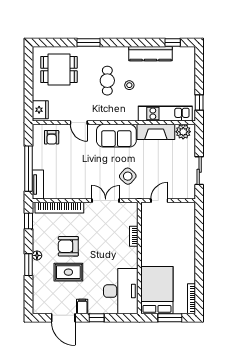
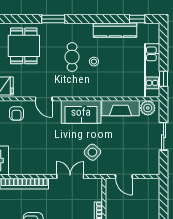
dining table: (59, 70) -> (24, 46), turned 90
kitchen unit: (165, 114) -> (152, 71), moved, turned -90
sliding door: (199, 171) -> (164, 136), moved
door: (159, 201) -> (124, 177), swing flipped

